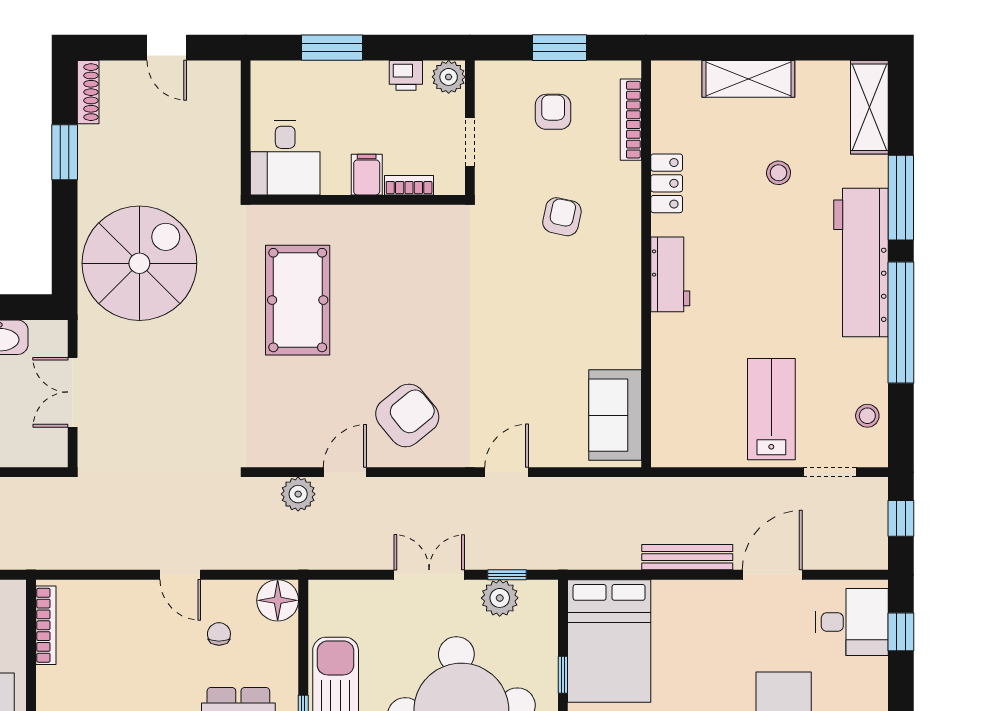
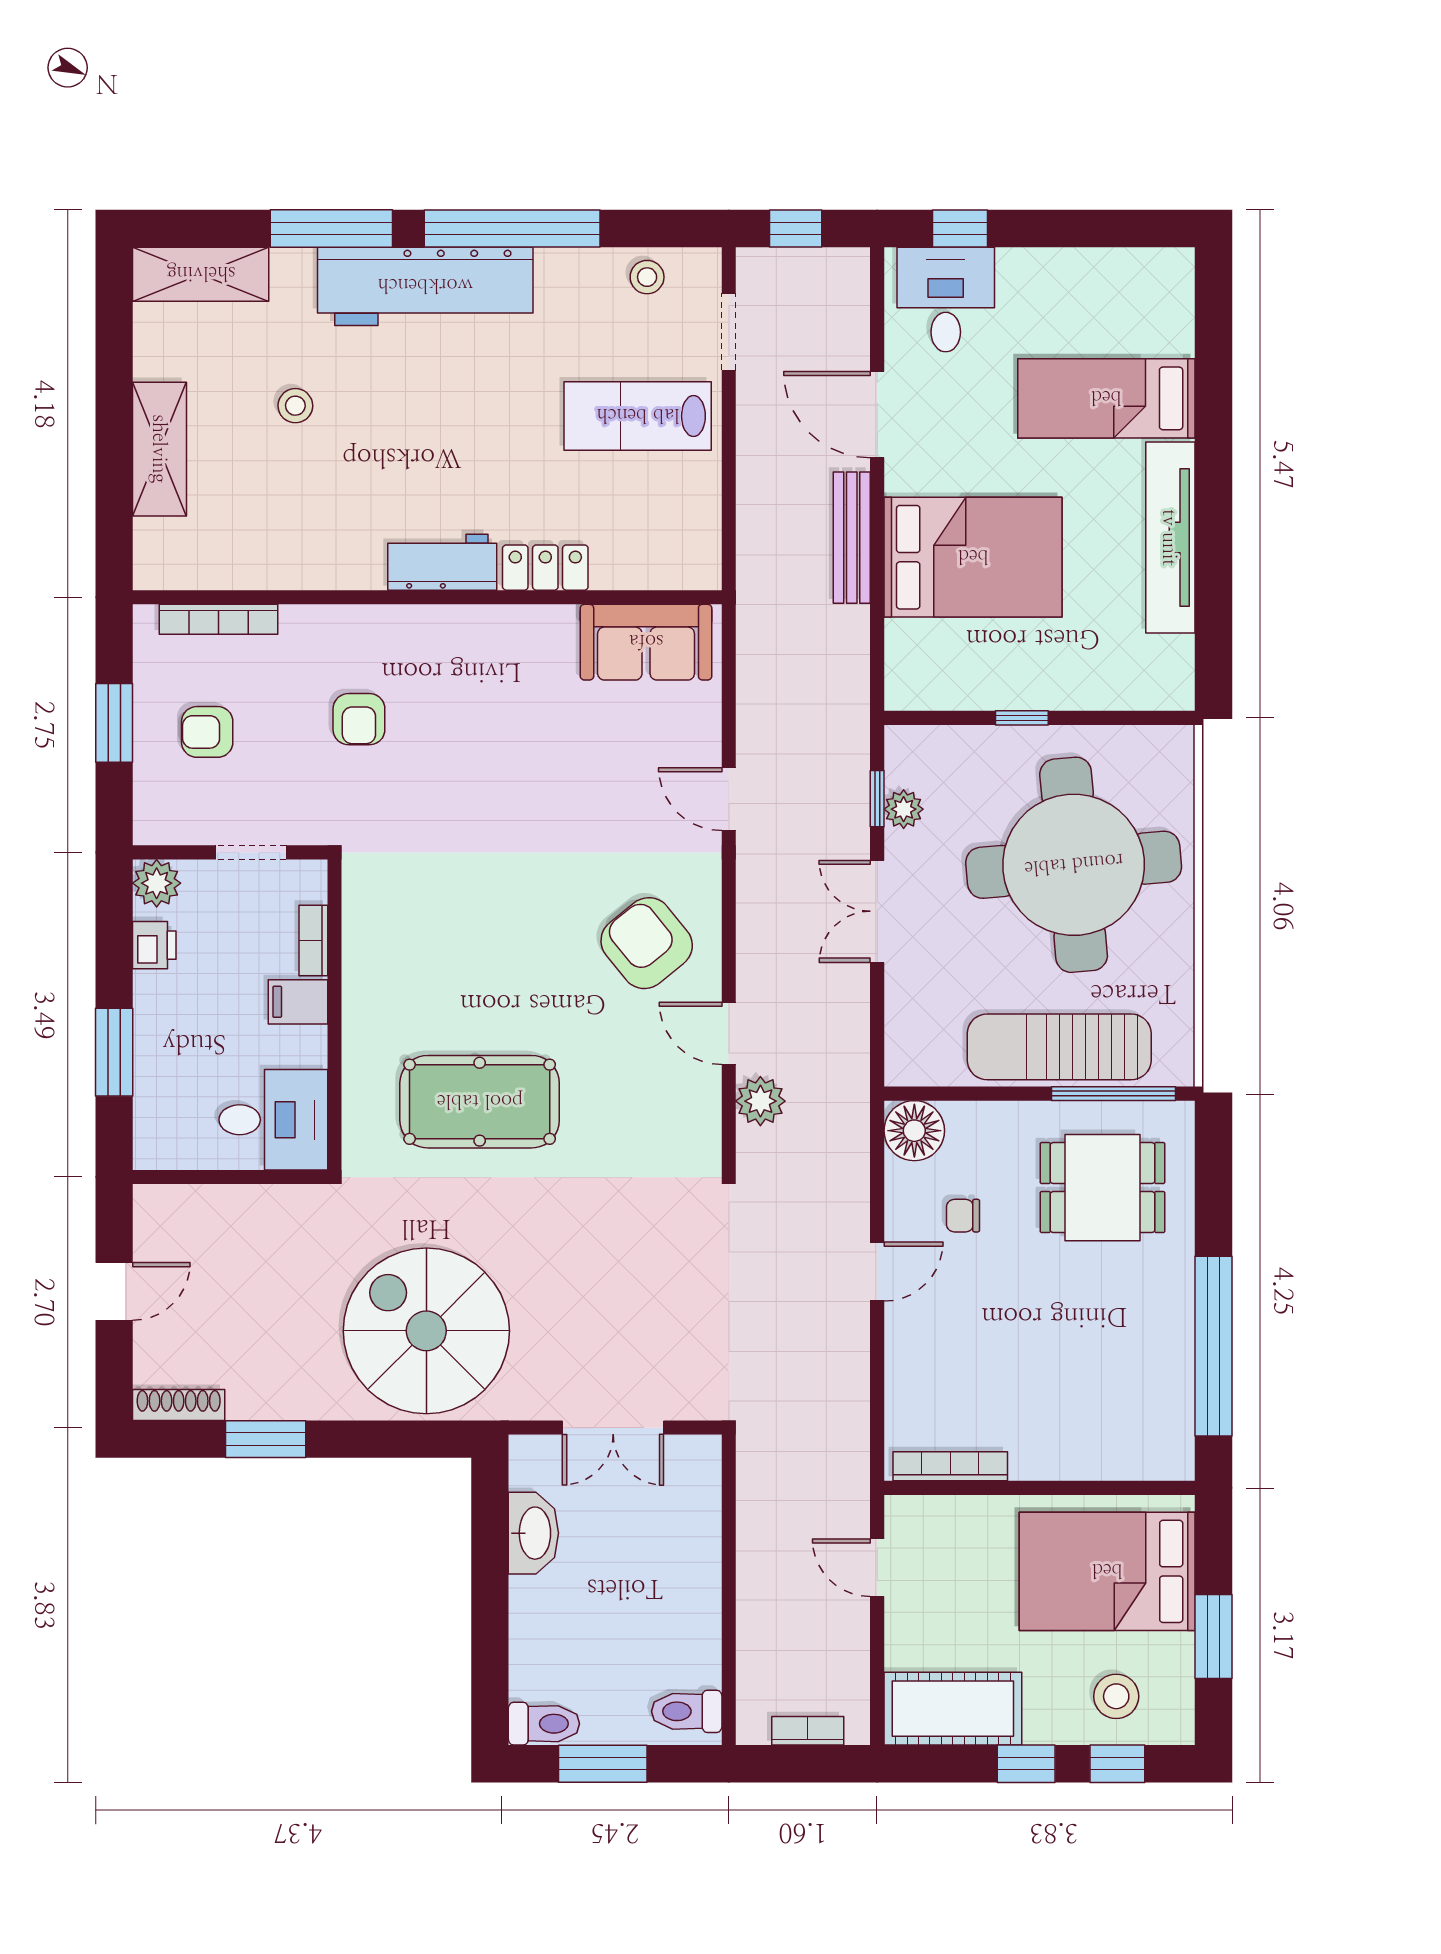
locker: (667, 183) -> (545, 568), moved
armchair: (562, 217) -> (359, 719), turned -102
plant: (500, 598) -> (904, 809), width x0.73, depth x0.73
bed: (609, 641) -> (973, 557), moved

